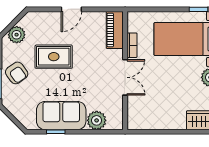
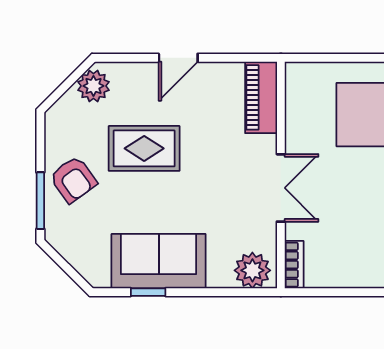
plant: (17, 35) -> (93, 86), moved
bookcase: (132, 45) -> (294, 265), moved
plant: (97, 120) -> (252, 270), moved

